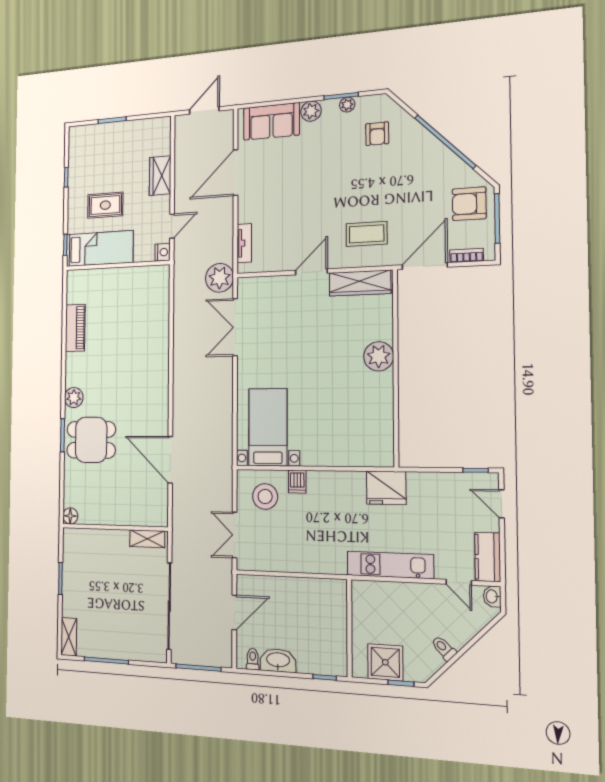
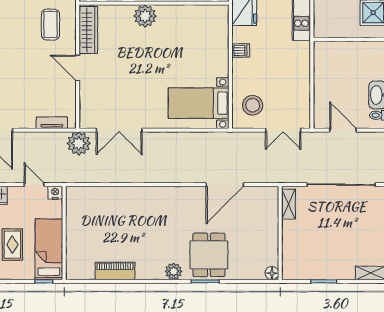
dishwasher: (297, 482) -> (241, 50), moved

